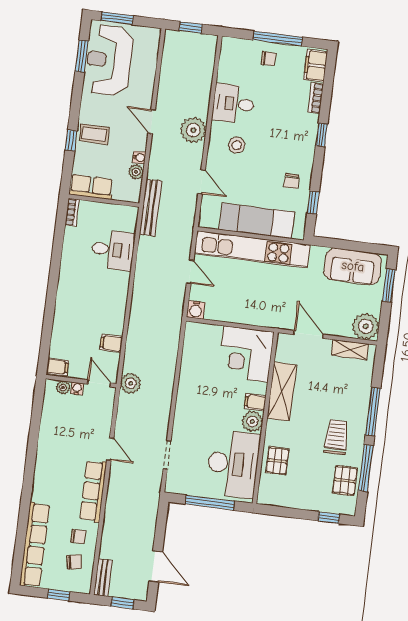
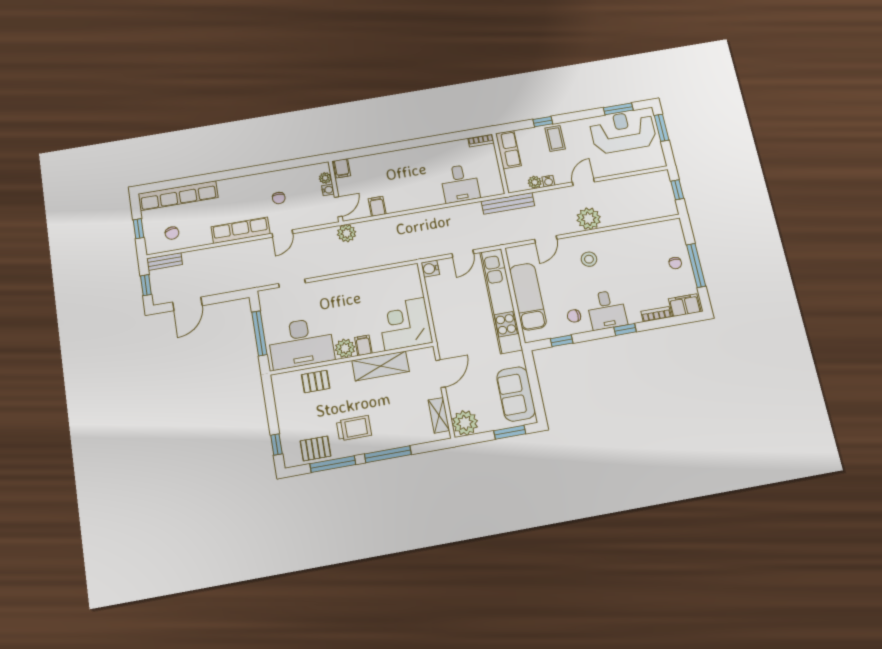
desk: (234, 104) -> (607, 310), moved, turned 180
chair: (78, 536) -> (279, 198), moved

